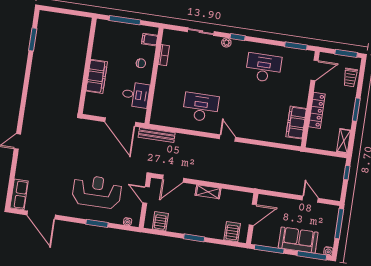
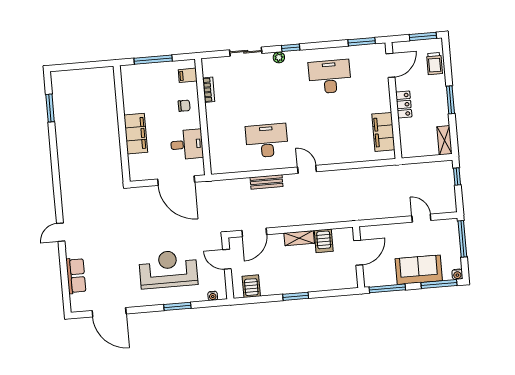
locker: (317, 110) -> (404, 104), width x0.66
bench: (157, 135) -> (266, 182), moved, width x0.73
row of seats: (19, 194) -> (76, 276), moved
server rack: (232, 232) -> (324, 241), moved, turned 180

